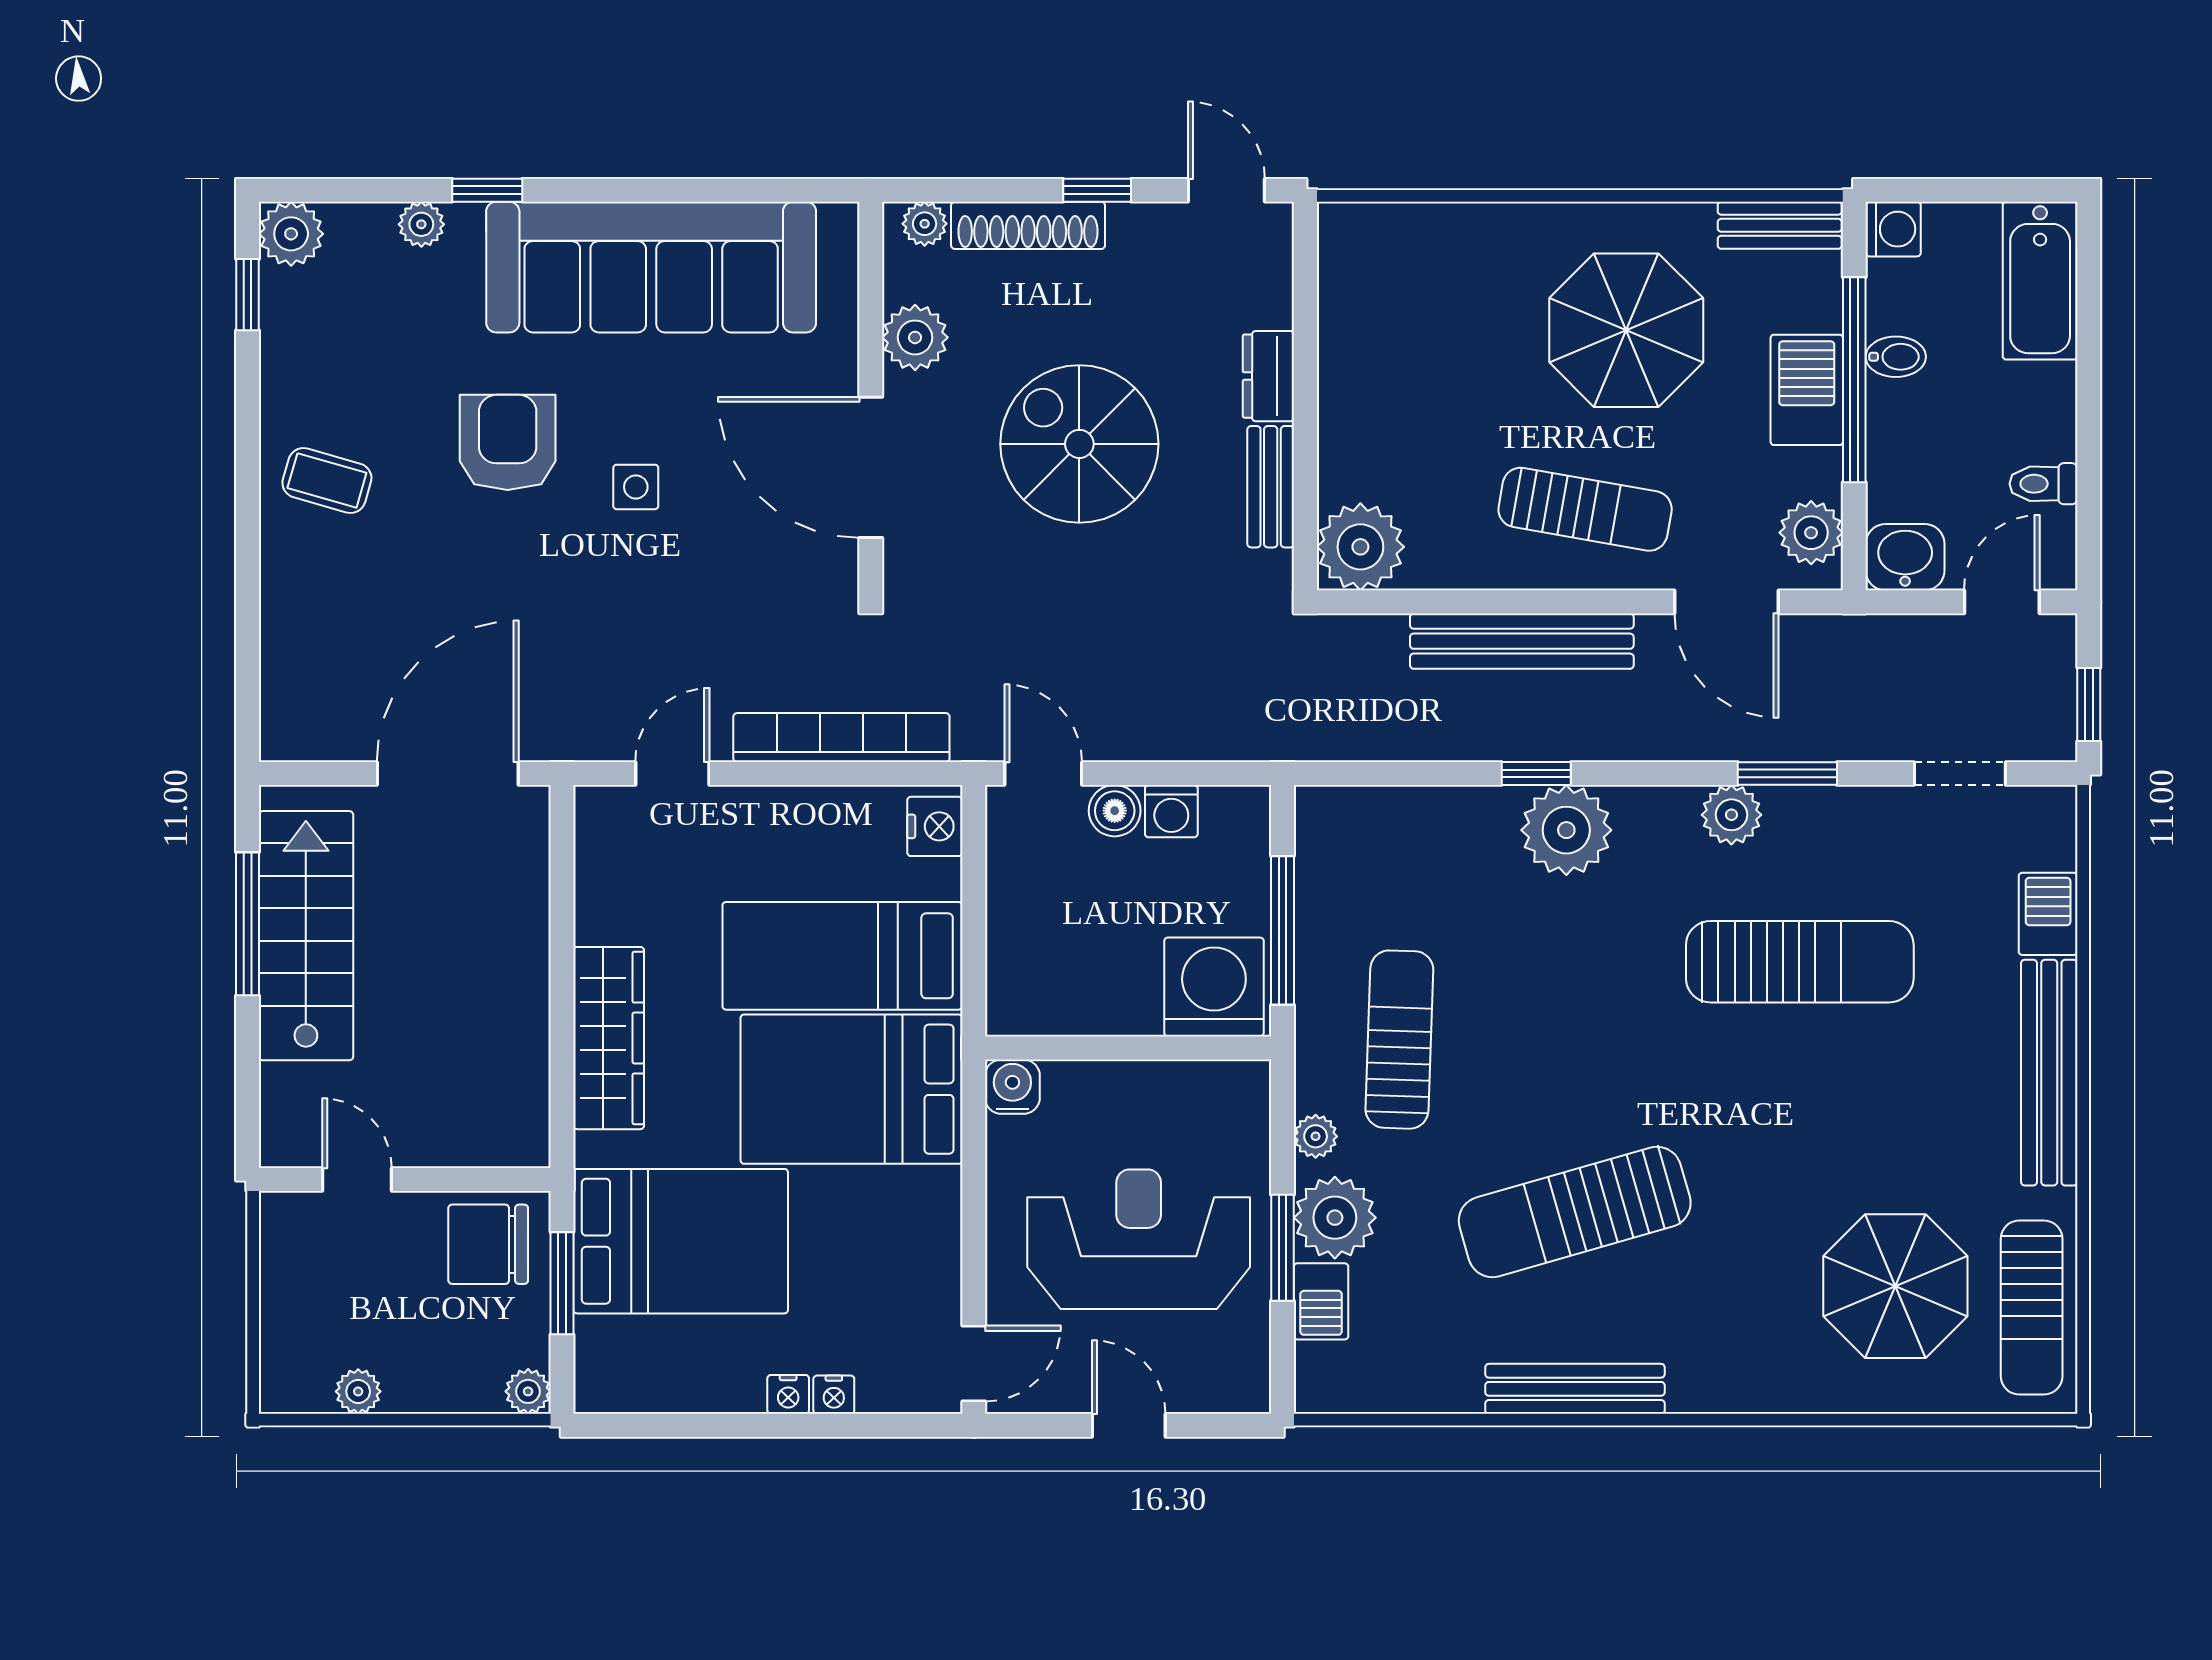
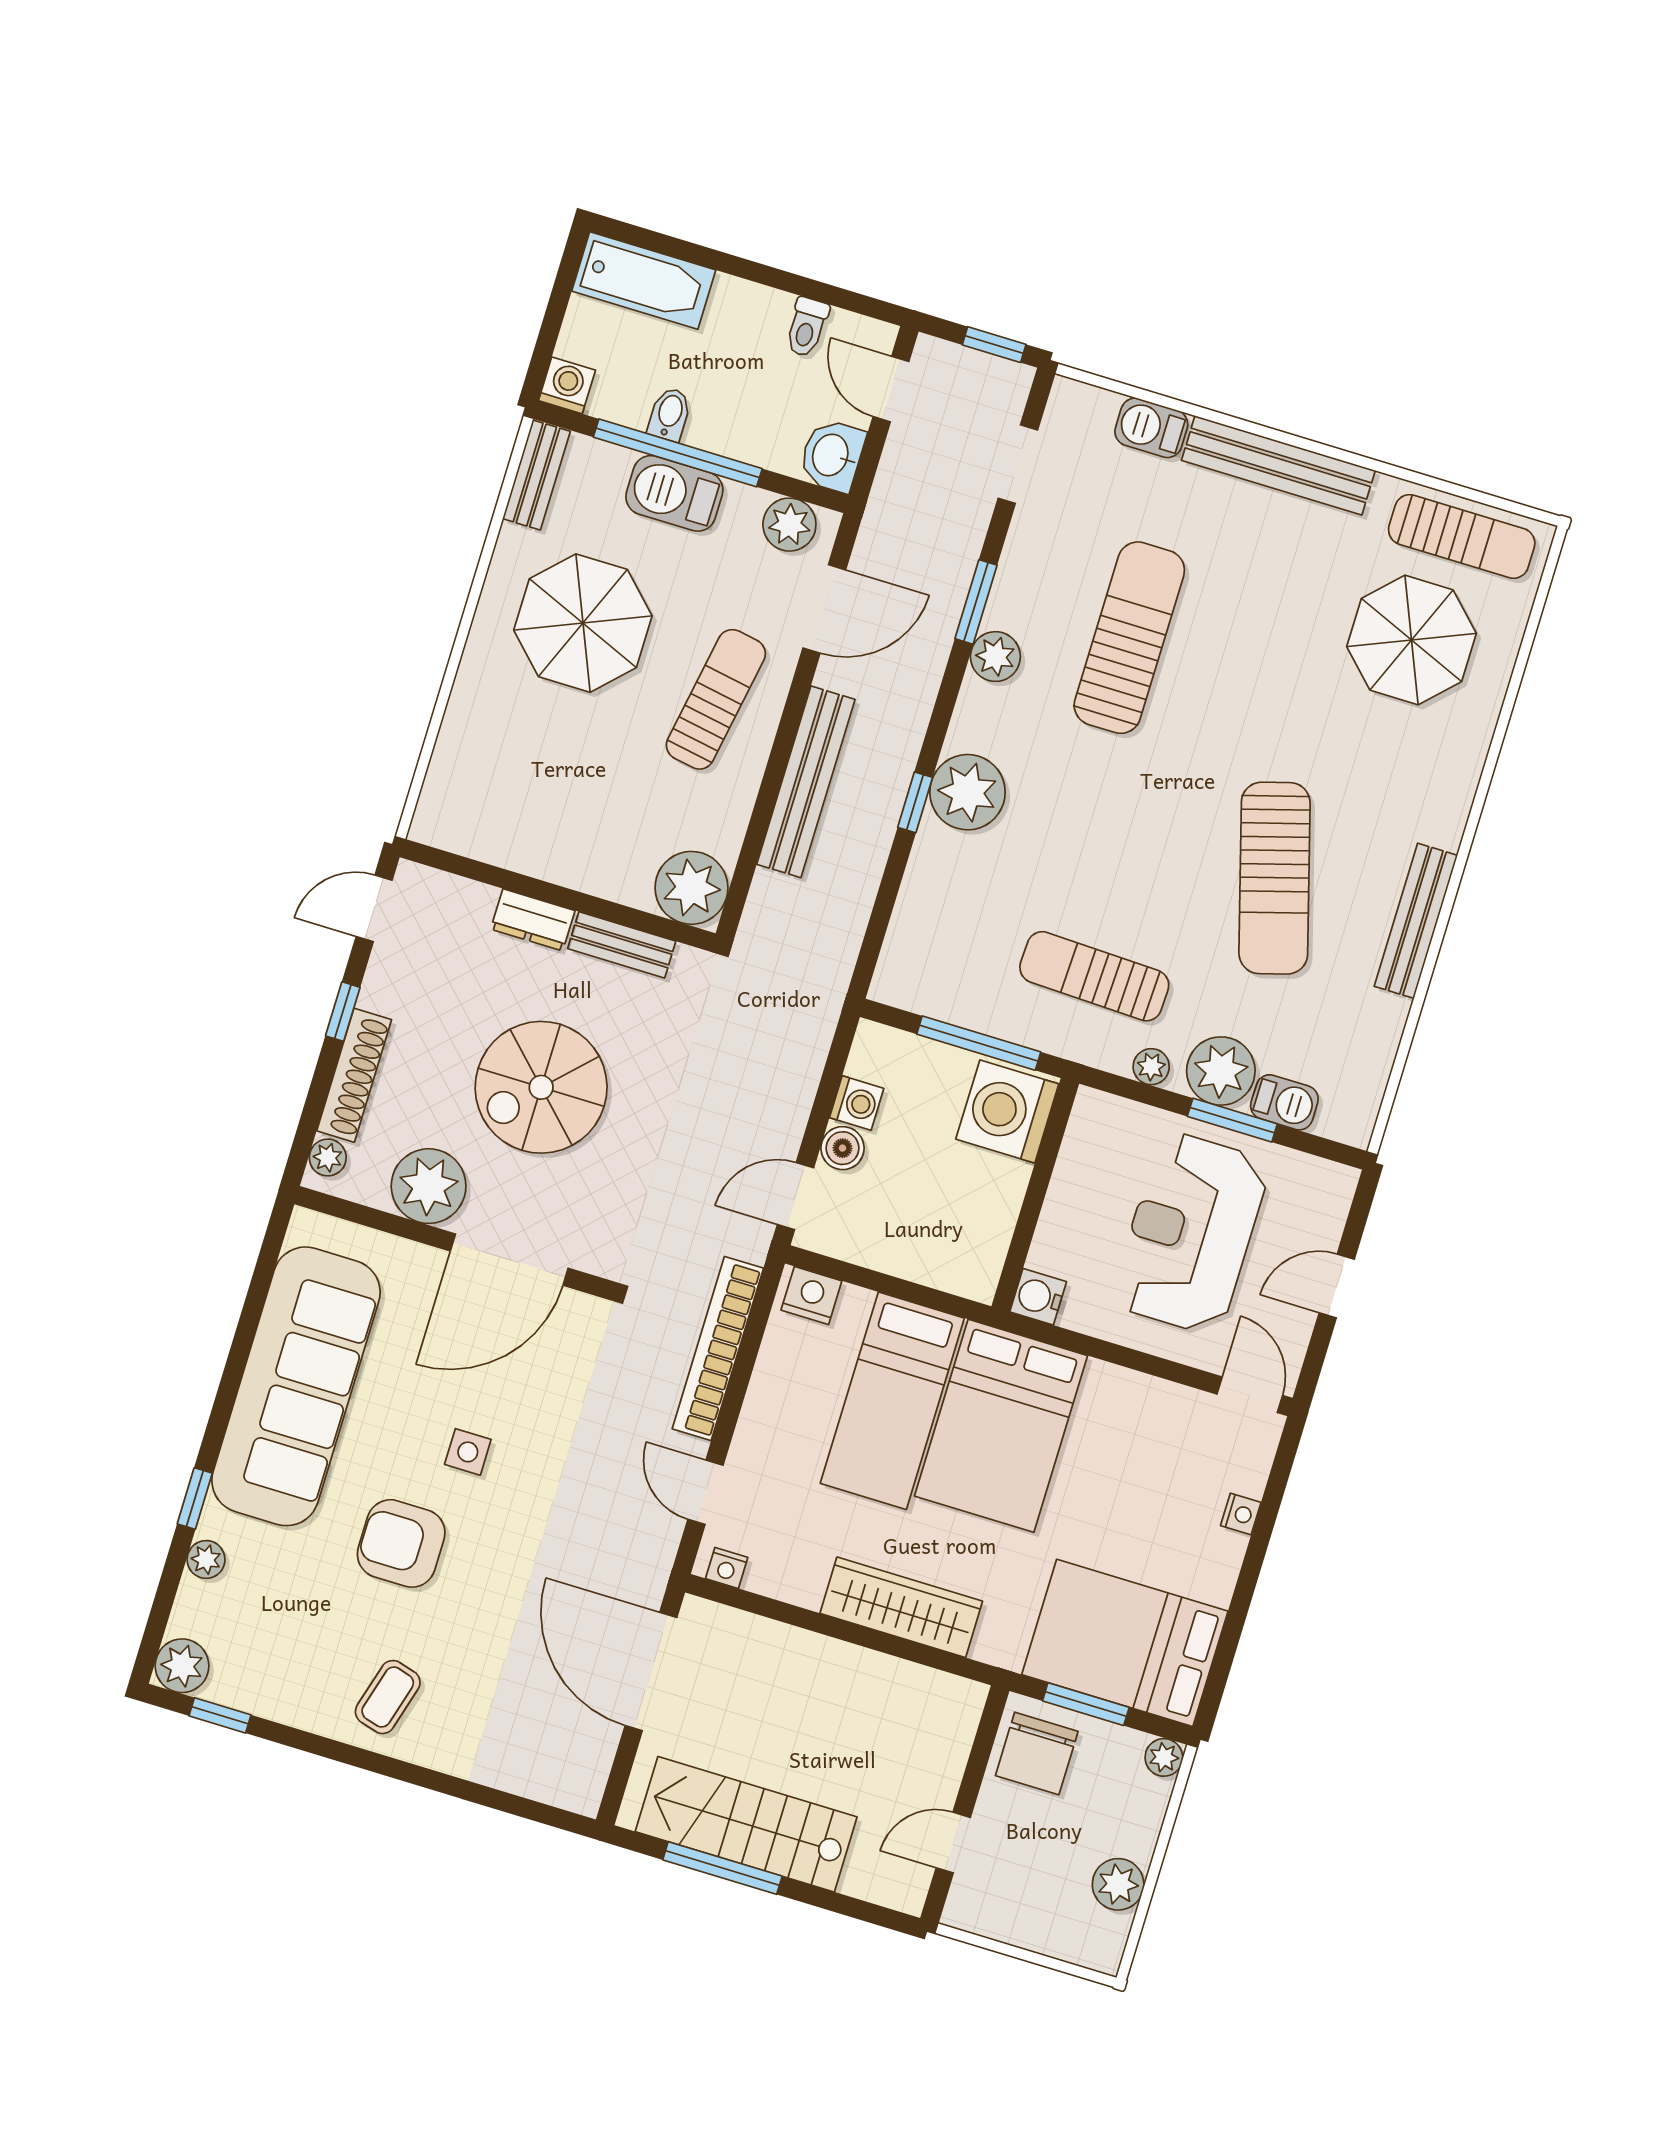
plant: (915, 337) -> (429, 1186), width x1.36, depth x1.36
bed: (681, 1241) -> (1125, 1643), moved, turned -90
plant: (358, 1391) -> (1118, 1884), width x1.38, depth x1.38
nightstand: (788, 1394) -> (727, 1568), moved, turned 90

